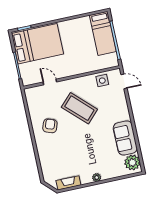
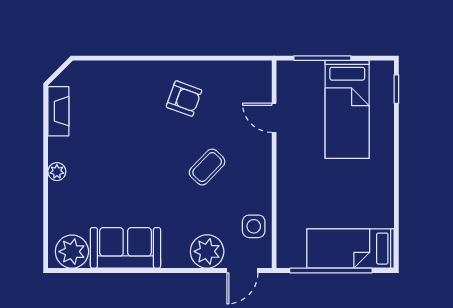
bed: (38, 44) -> (347, 109), width x0.67
door: (50, 82) -> (274, 118), swing flipped
plant: (119, 100) -> (207, 251), added
coffee table: (79, 108) -> (207, 167), width x0.54, depth x0.58

